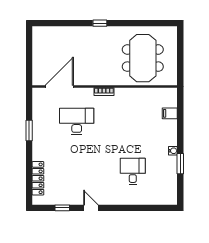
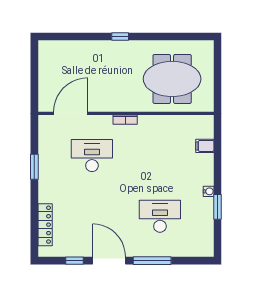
meeting table: (143, 58) -> (172, 79), turned 90
desk: (133, 171) -> (160, 216), width x1.37
door: (91, 208) -> (109, 261), width x1.87
window: (126, 208) -> (152, 261), added

